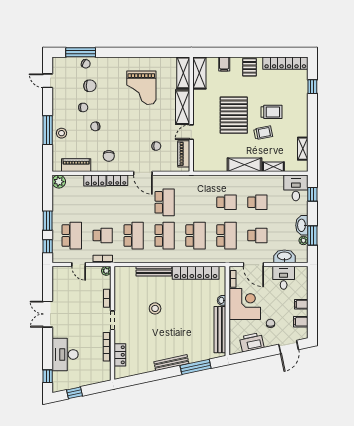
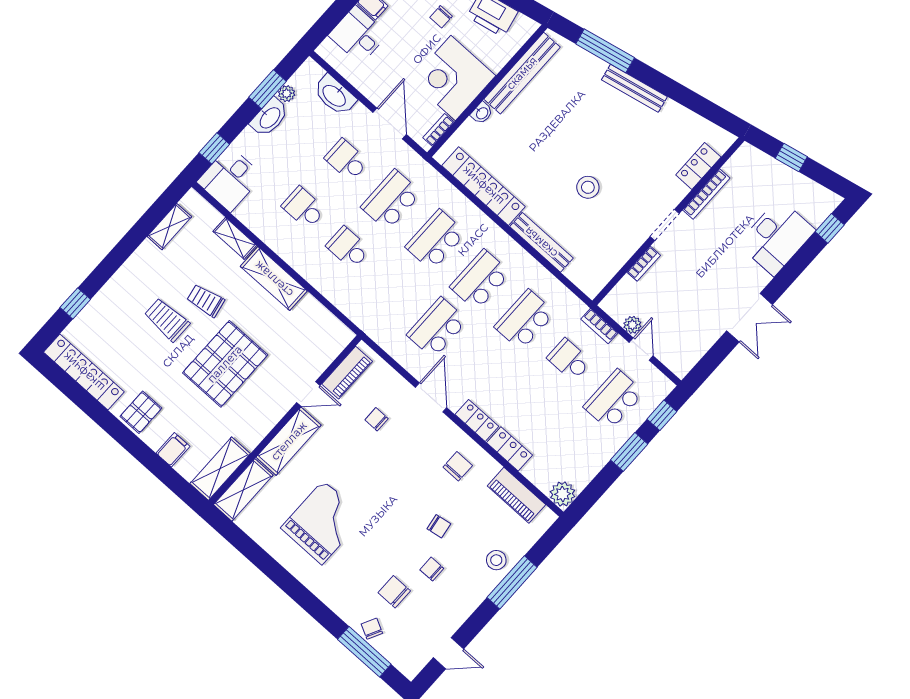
door: (48, 81) -> (448, 653), hinge flipped
plant: (106, 271) -> (632, 325), moved
desk: (284, 278) -> (358, 35), moved, turned 90
window: (74, 393) -> (791, 157), moved

